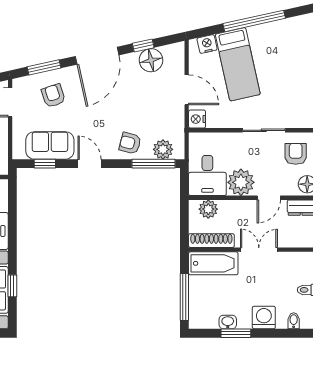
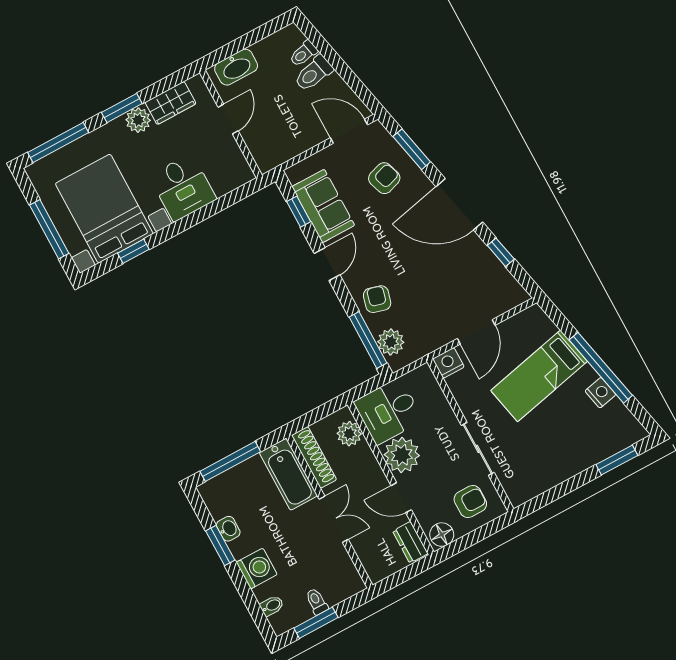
nightstand: (207, 44) -> (600, 393), moved
floor lamp: (151, 60) -> (488, 271), removed

